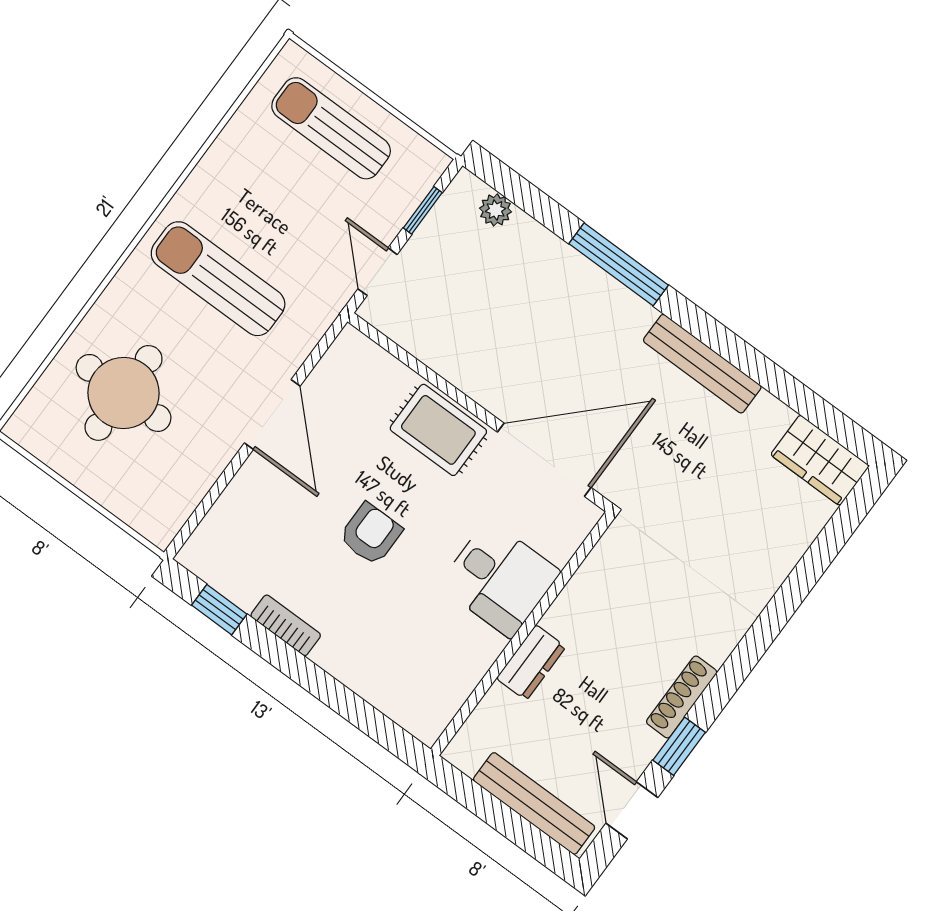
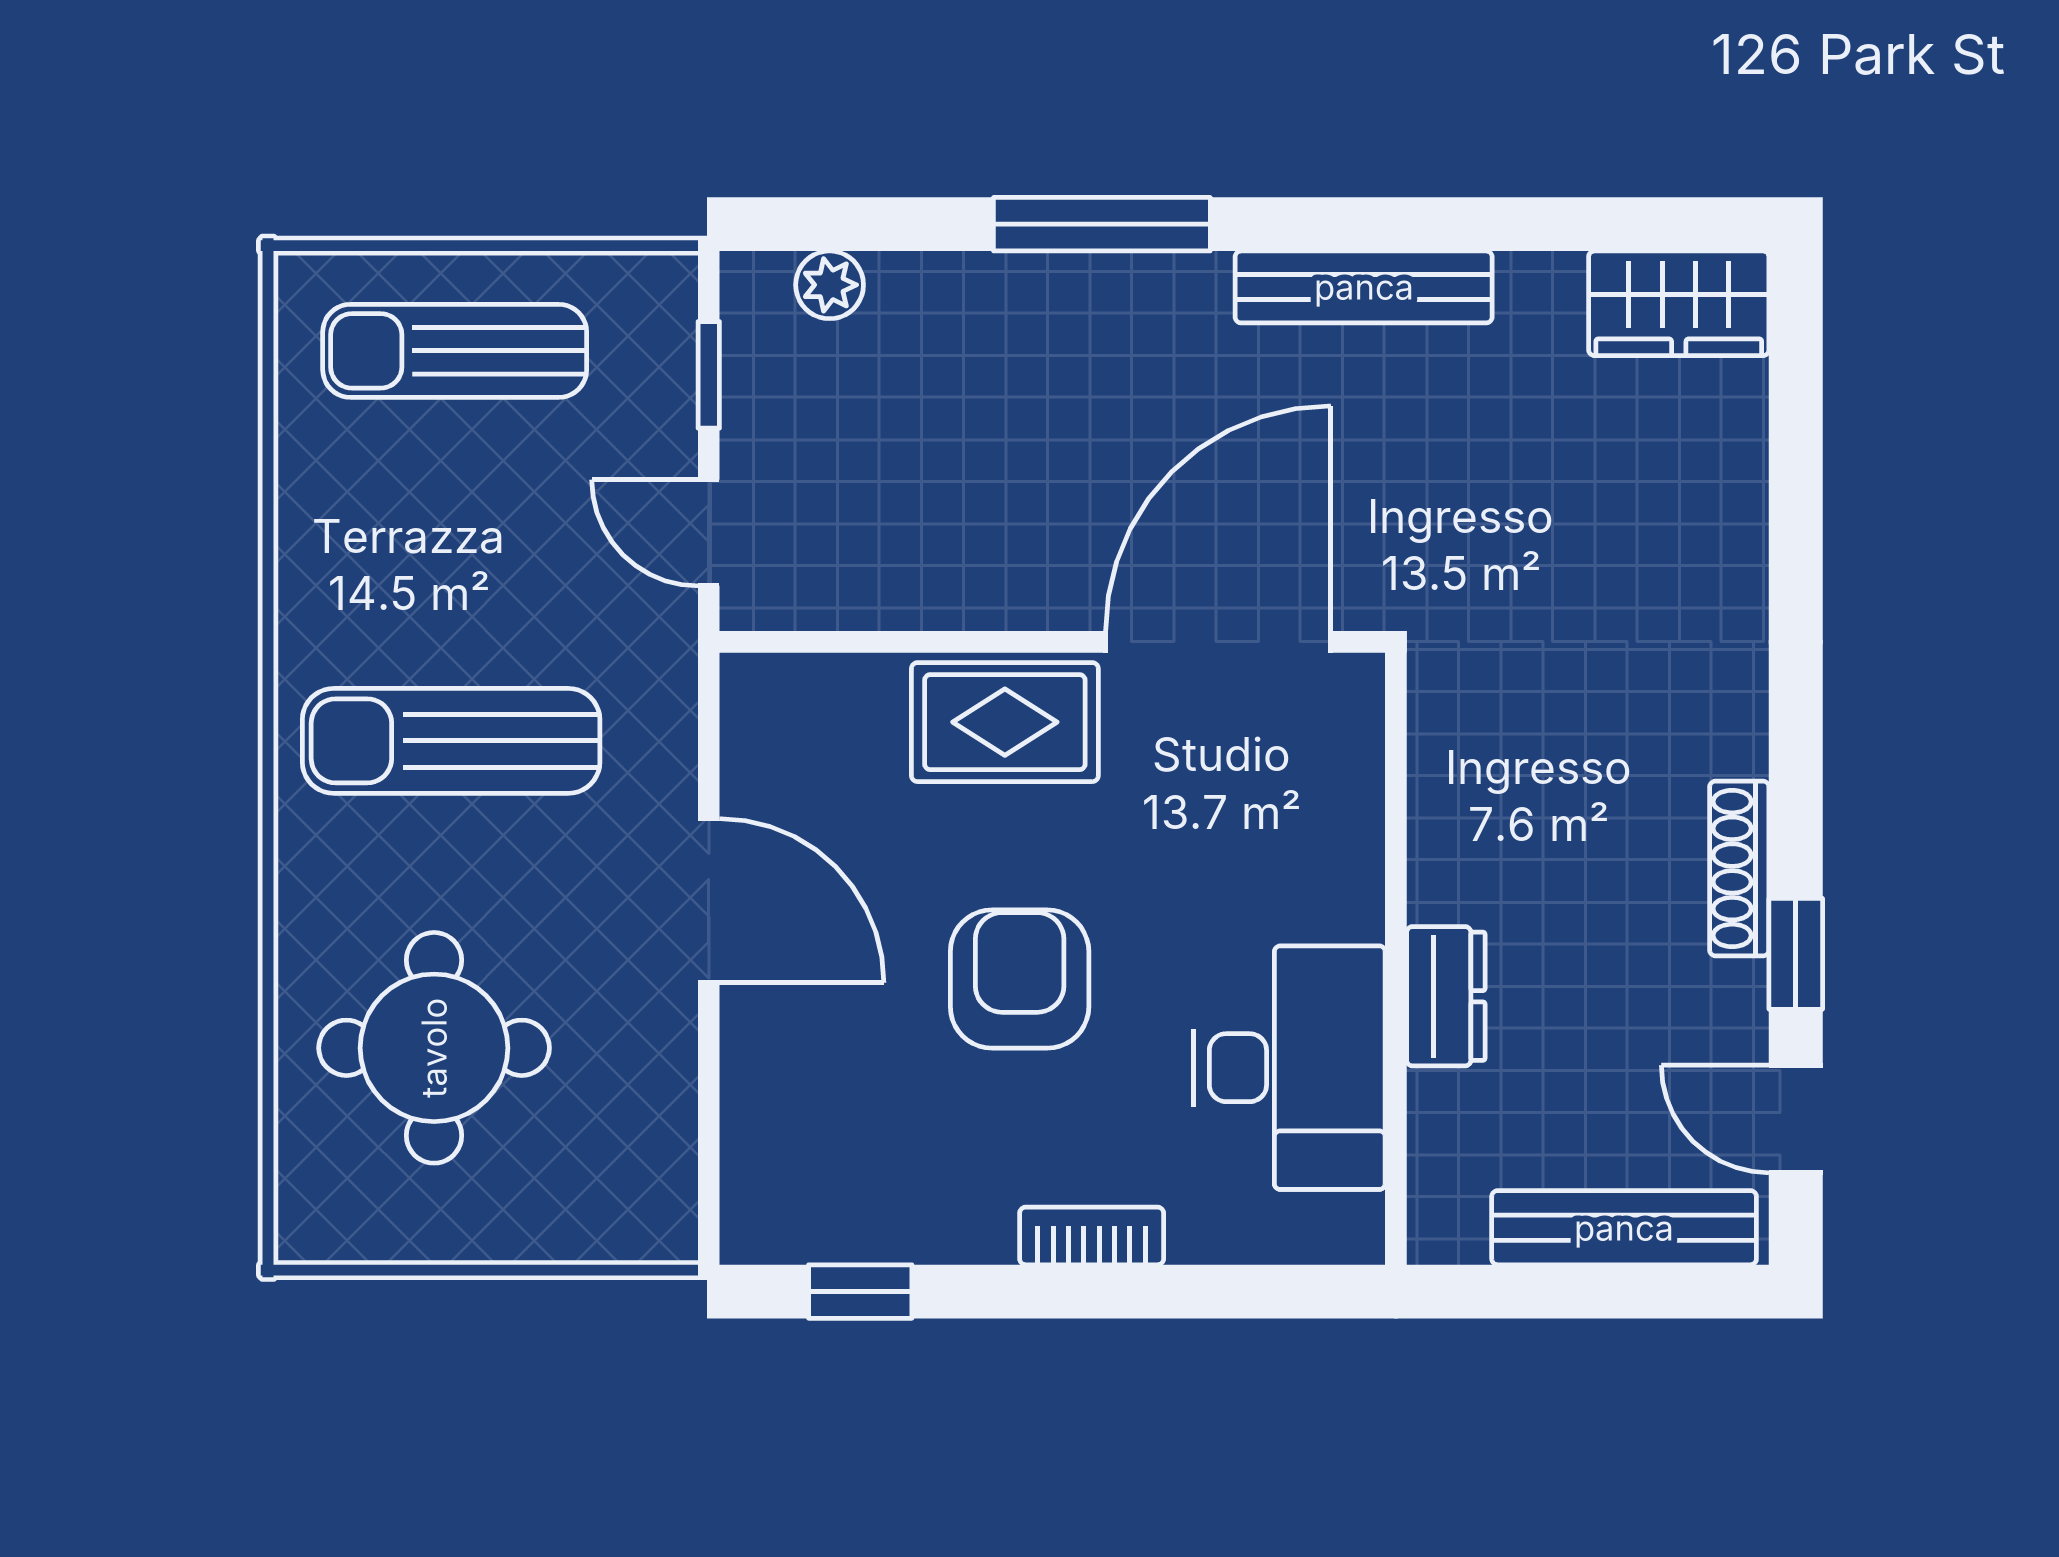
armchair: (371, 534) -> (1020, 979), width x1.38, depth x1.38
desk: (499, 579) -> (1290, 1068), moved, width x1.37
bookcase: (286, 625) -> (1092, 1236), moved

